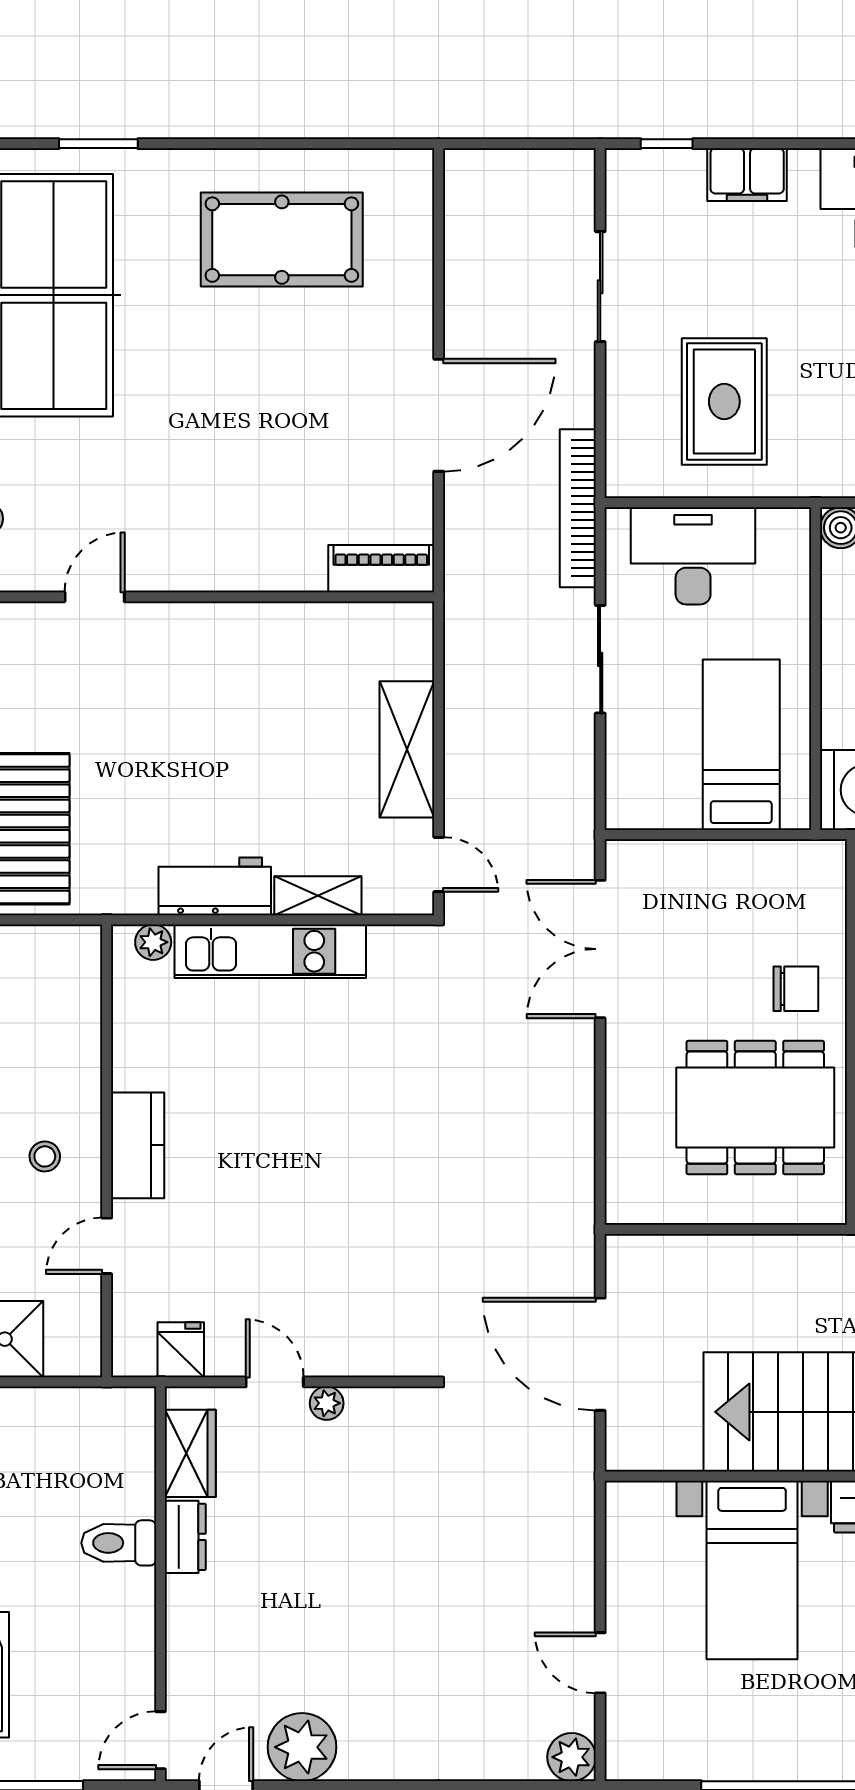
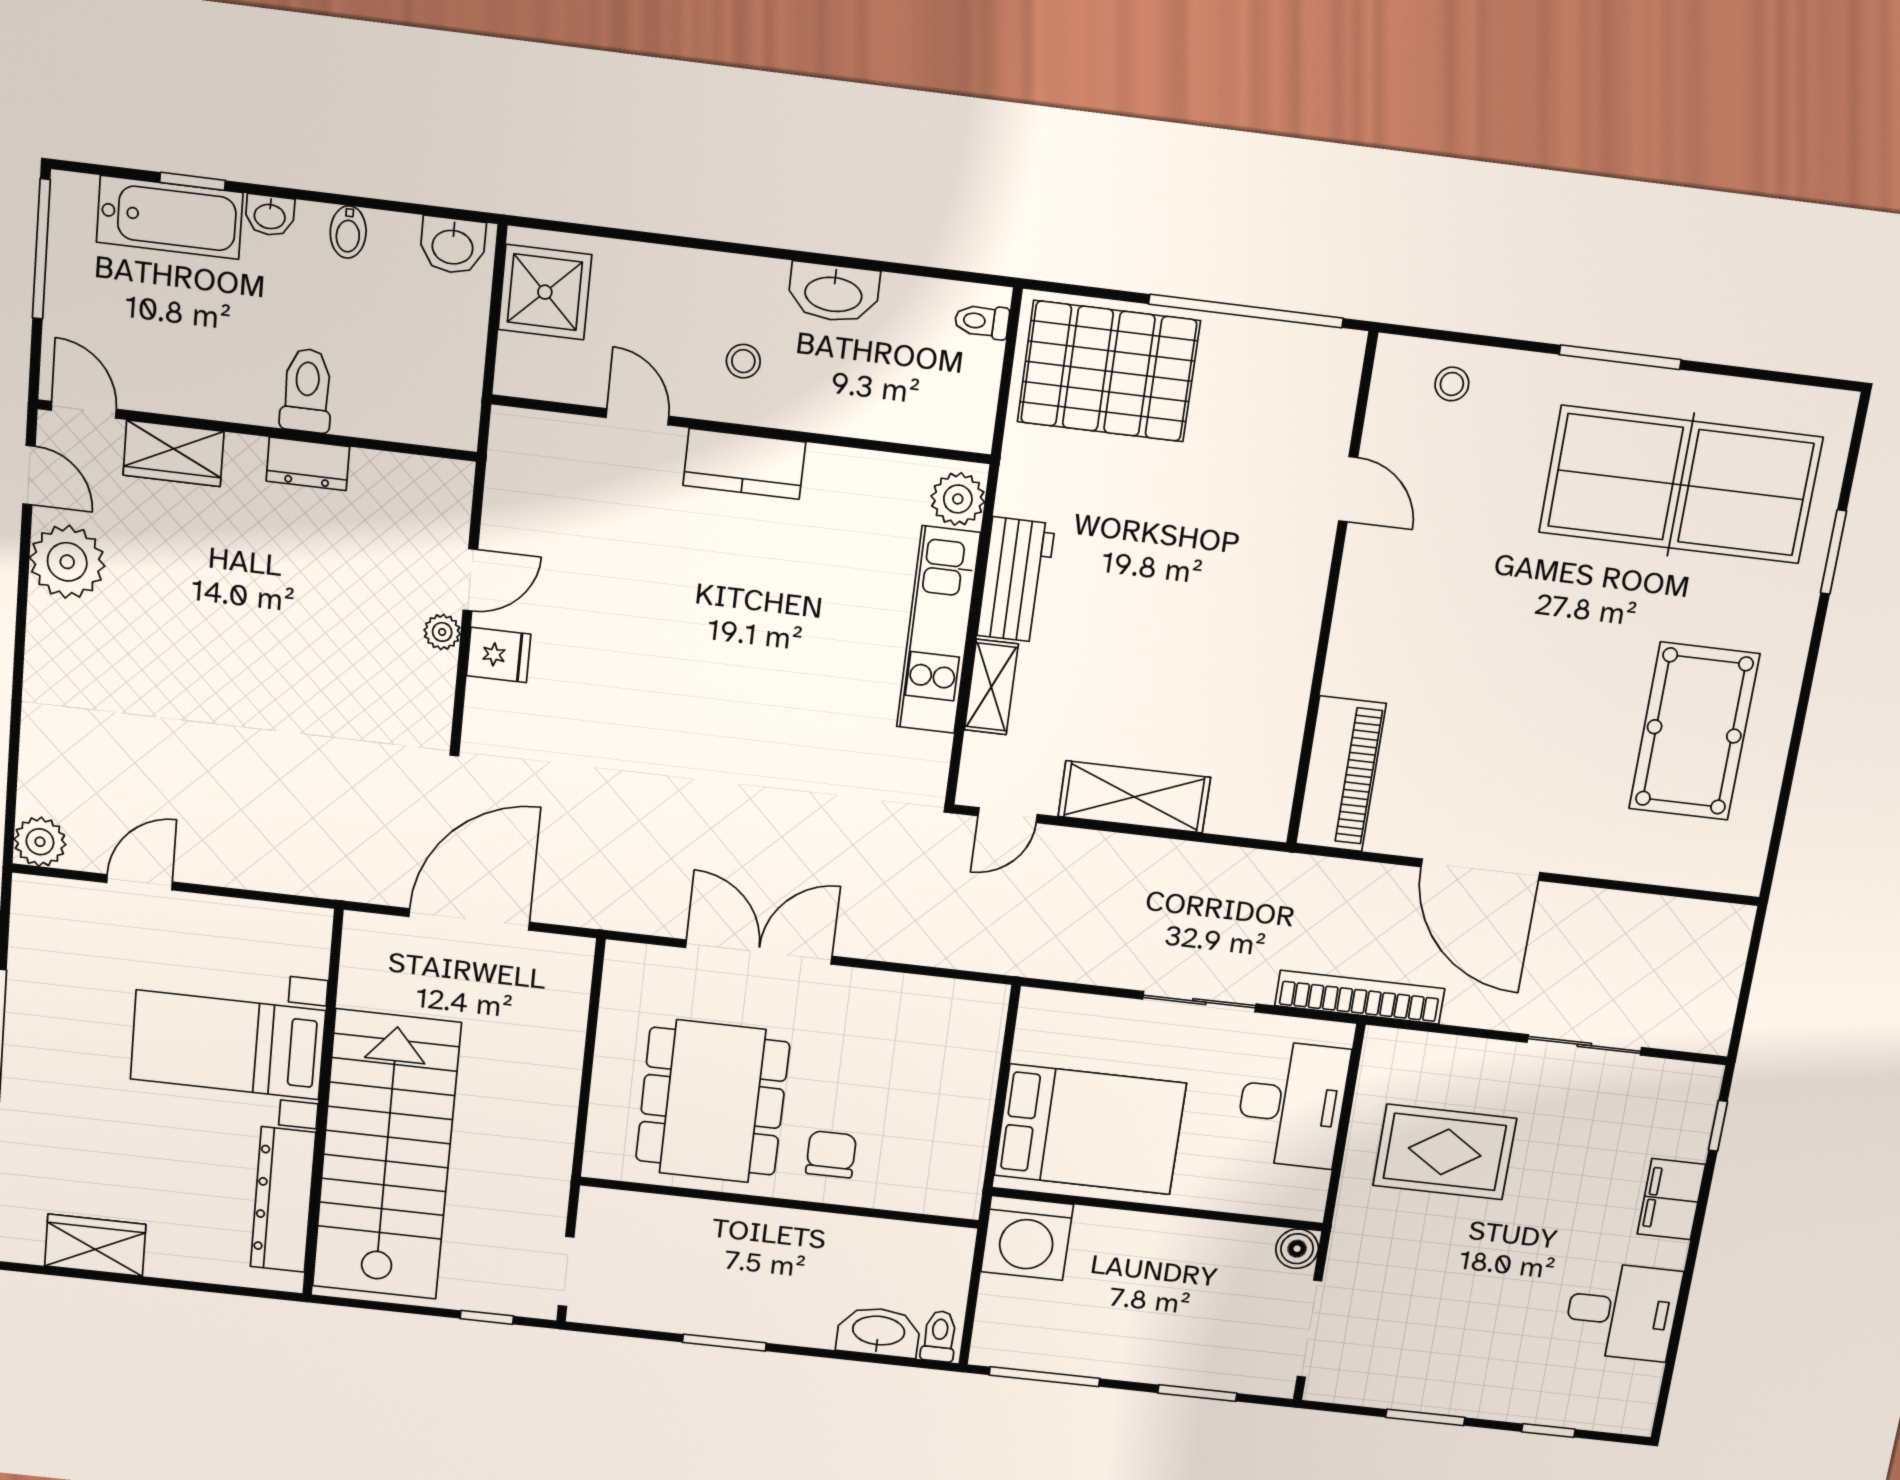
piano: (381, 569) -> (1341, 774), width x1.37, depth x1.33
bed: (741, 745) -> (1090, 1129), width x1.50
plant: (153, 942) -> (958, 499), width x1.38, depth x1.38
double door: (600, 949) -> (759, 952), moved
chair: (796, 989) -> (831, 1154), turned 180
fridge: (181, 1350) -> (499, 655), moved
wardrobe: (190, 1453) -> (174, 453), moved

